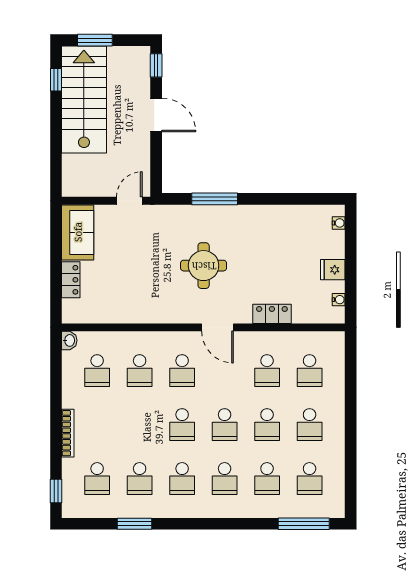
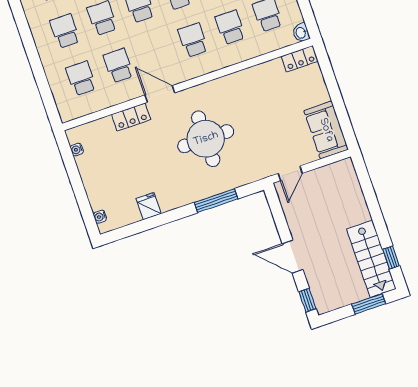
stairs: (84, 99) -> (371, 259), width x0.73, depth x0.66
round table: (204, 266) -> (206, 139), width x1.36, depth x1.36
fridge: (333, 270) -> (149, 206), moved, turned -90
locker: (71, 280) -> (300, 59), moved, turned -90
door: (217, 327) -> (160, 94), moved

